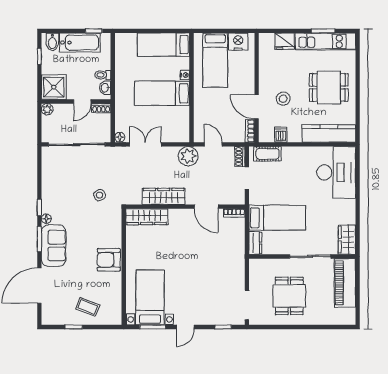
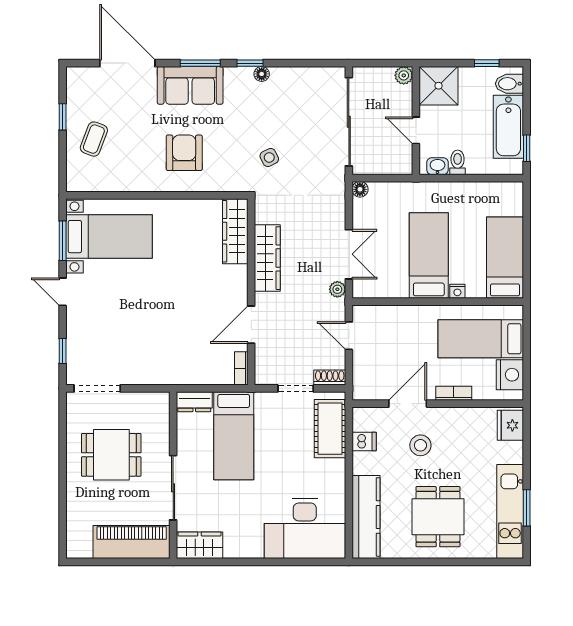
fridge: (285, 41) -> (510, 425), moved
shoe rack: (101, 108) -> (406, 160), removed
bookcase: (250, 131) -> (454, 393), moved
double door: (145, 144) -> (349, 254), moved
door: (213, 144) -> (349, 336), swing flipped
cot: (267, 154) -> (330, 429), width x1.37, depth x1.34
plant: (188, 156) -> (337, 289), width x0.53, depth x0.53
floor lamp: (46, 219) -> (262, 74), moved
armchair: (109, 260) -> (184, 153), moved

